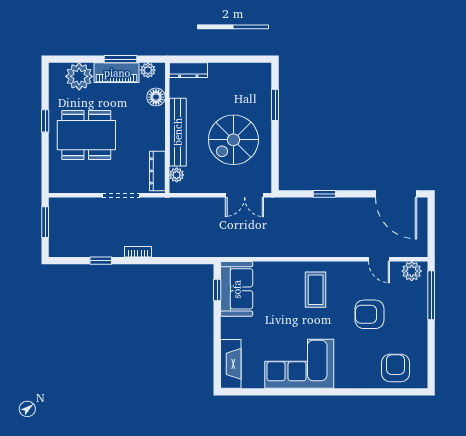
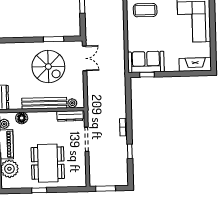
window: (275, 105) -> (54, 39), moved

